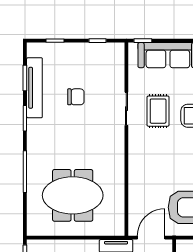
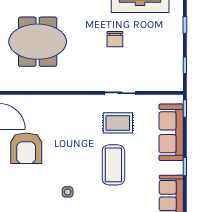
chair: (76, 97) -> (115, 39), moved
meeting table: (73, 195) -> (38, 42), turned 90

